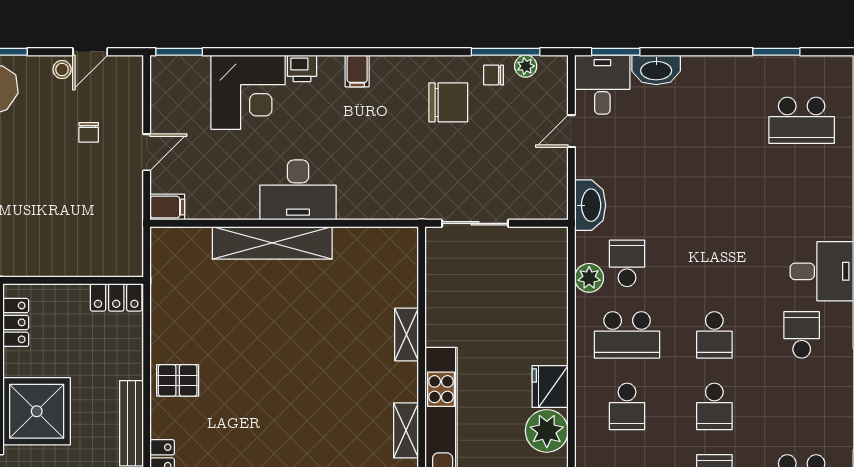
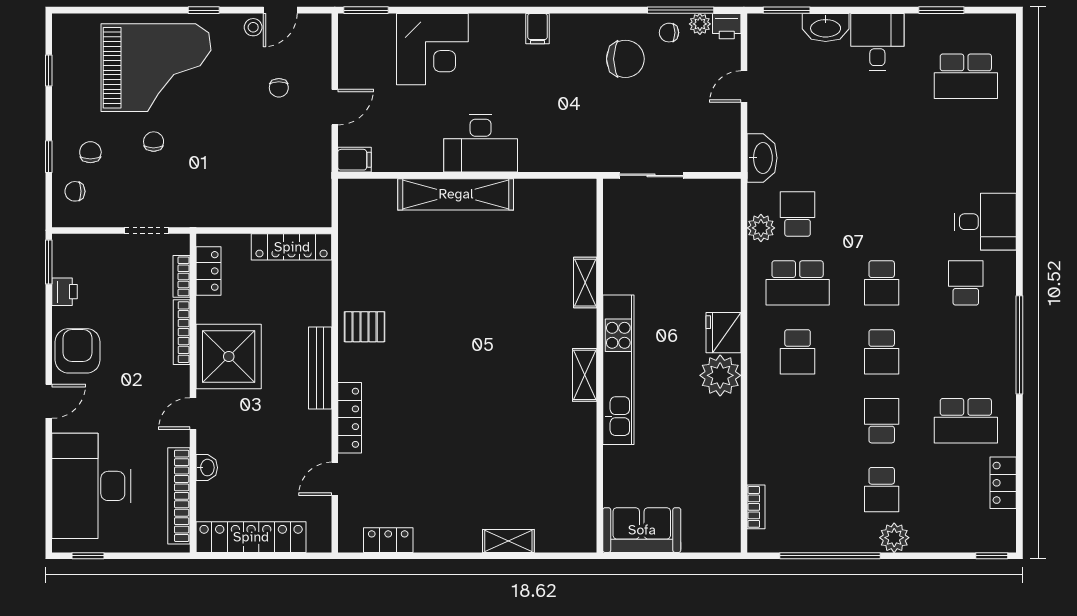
printer: (302, 68) -> (727, 26), moved
desk: (602, 85) -> (877, 42), moved
locker: (116, 297) -> (292, 247), width x1.53

